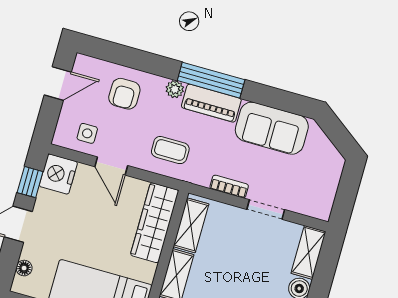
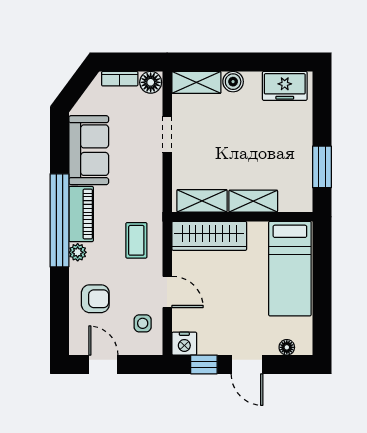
window: (211, 80) -> (59, 220), width x1.46
door: (111, 166) -> (167, 292), hinge flipped
nightstand: (58, 174) -> (184, 344), width x0.74, depth x0.75
bookcase: (229, 187) -> (120, 79), moved, turned -90
floor lamp: (321, 208) -> (151, 82), added

